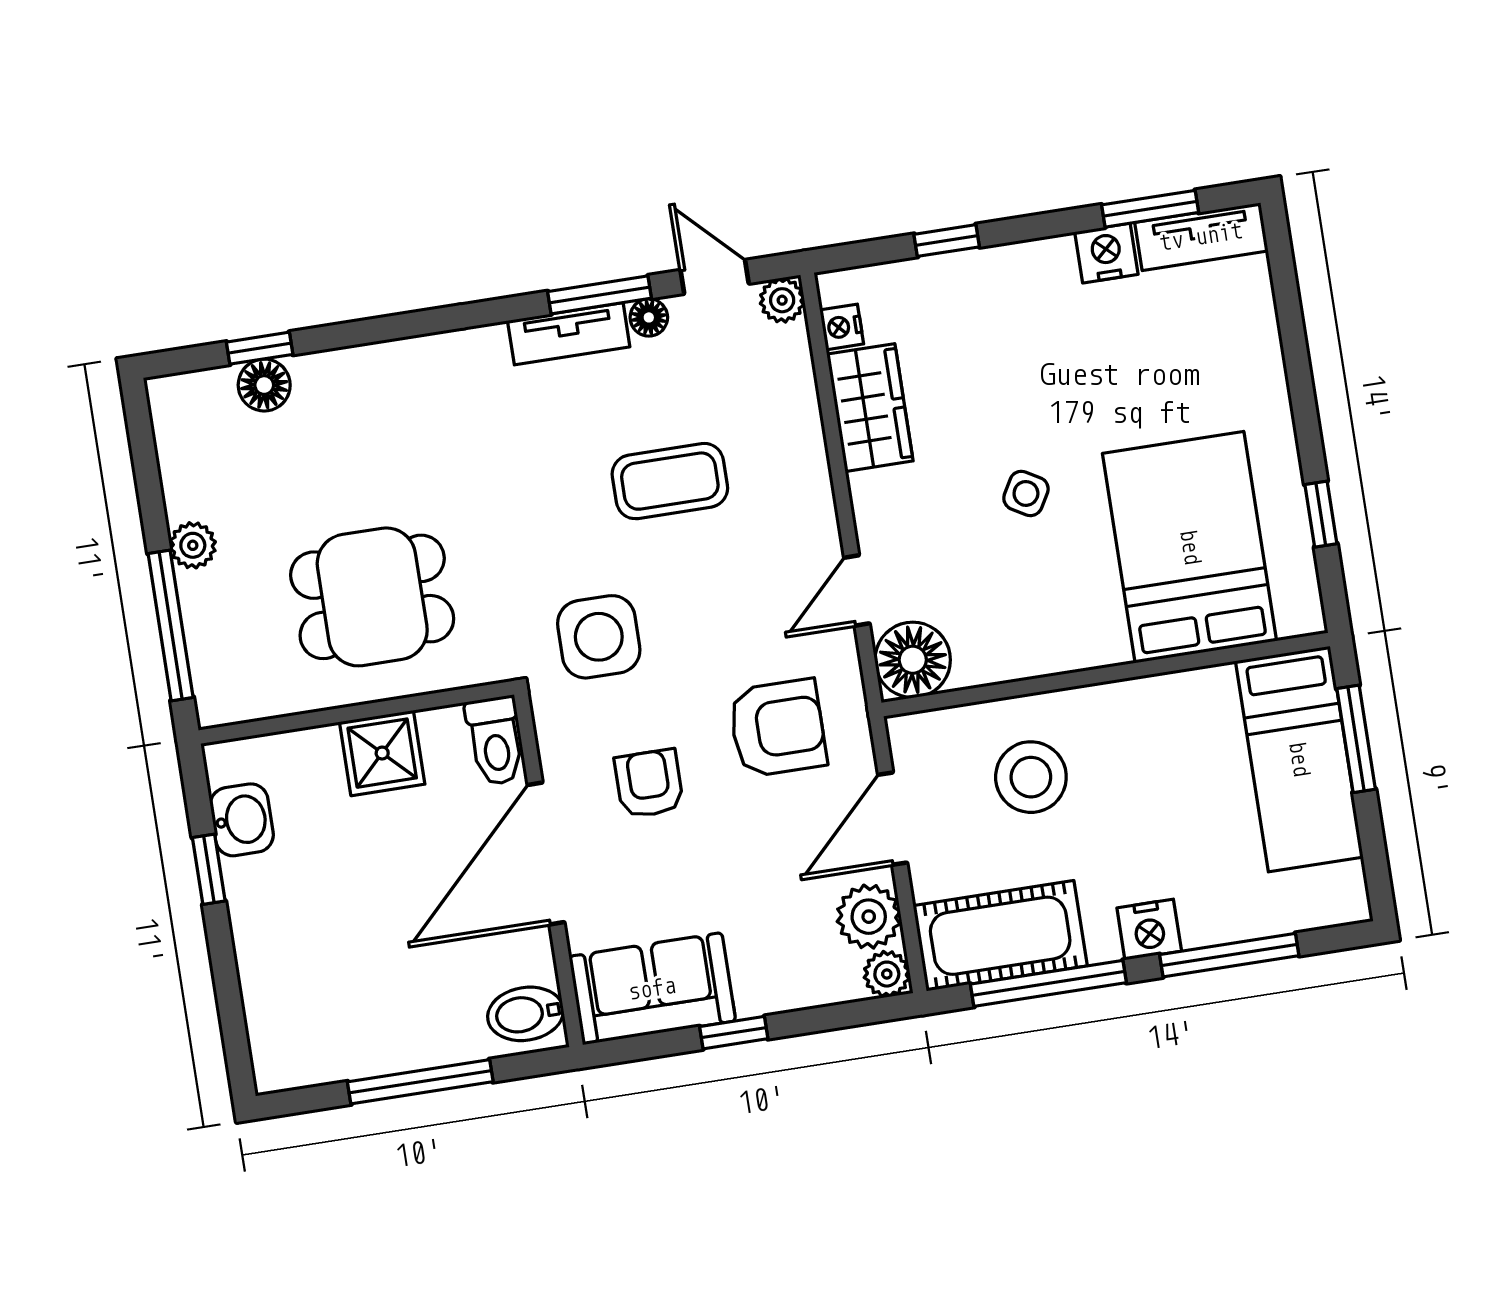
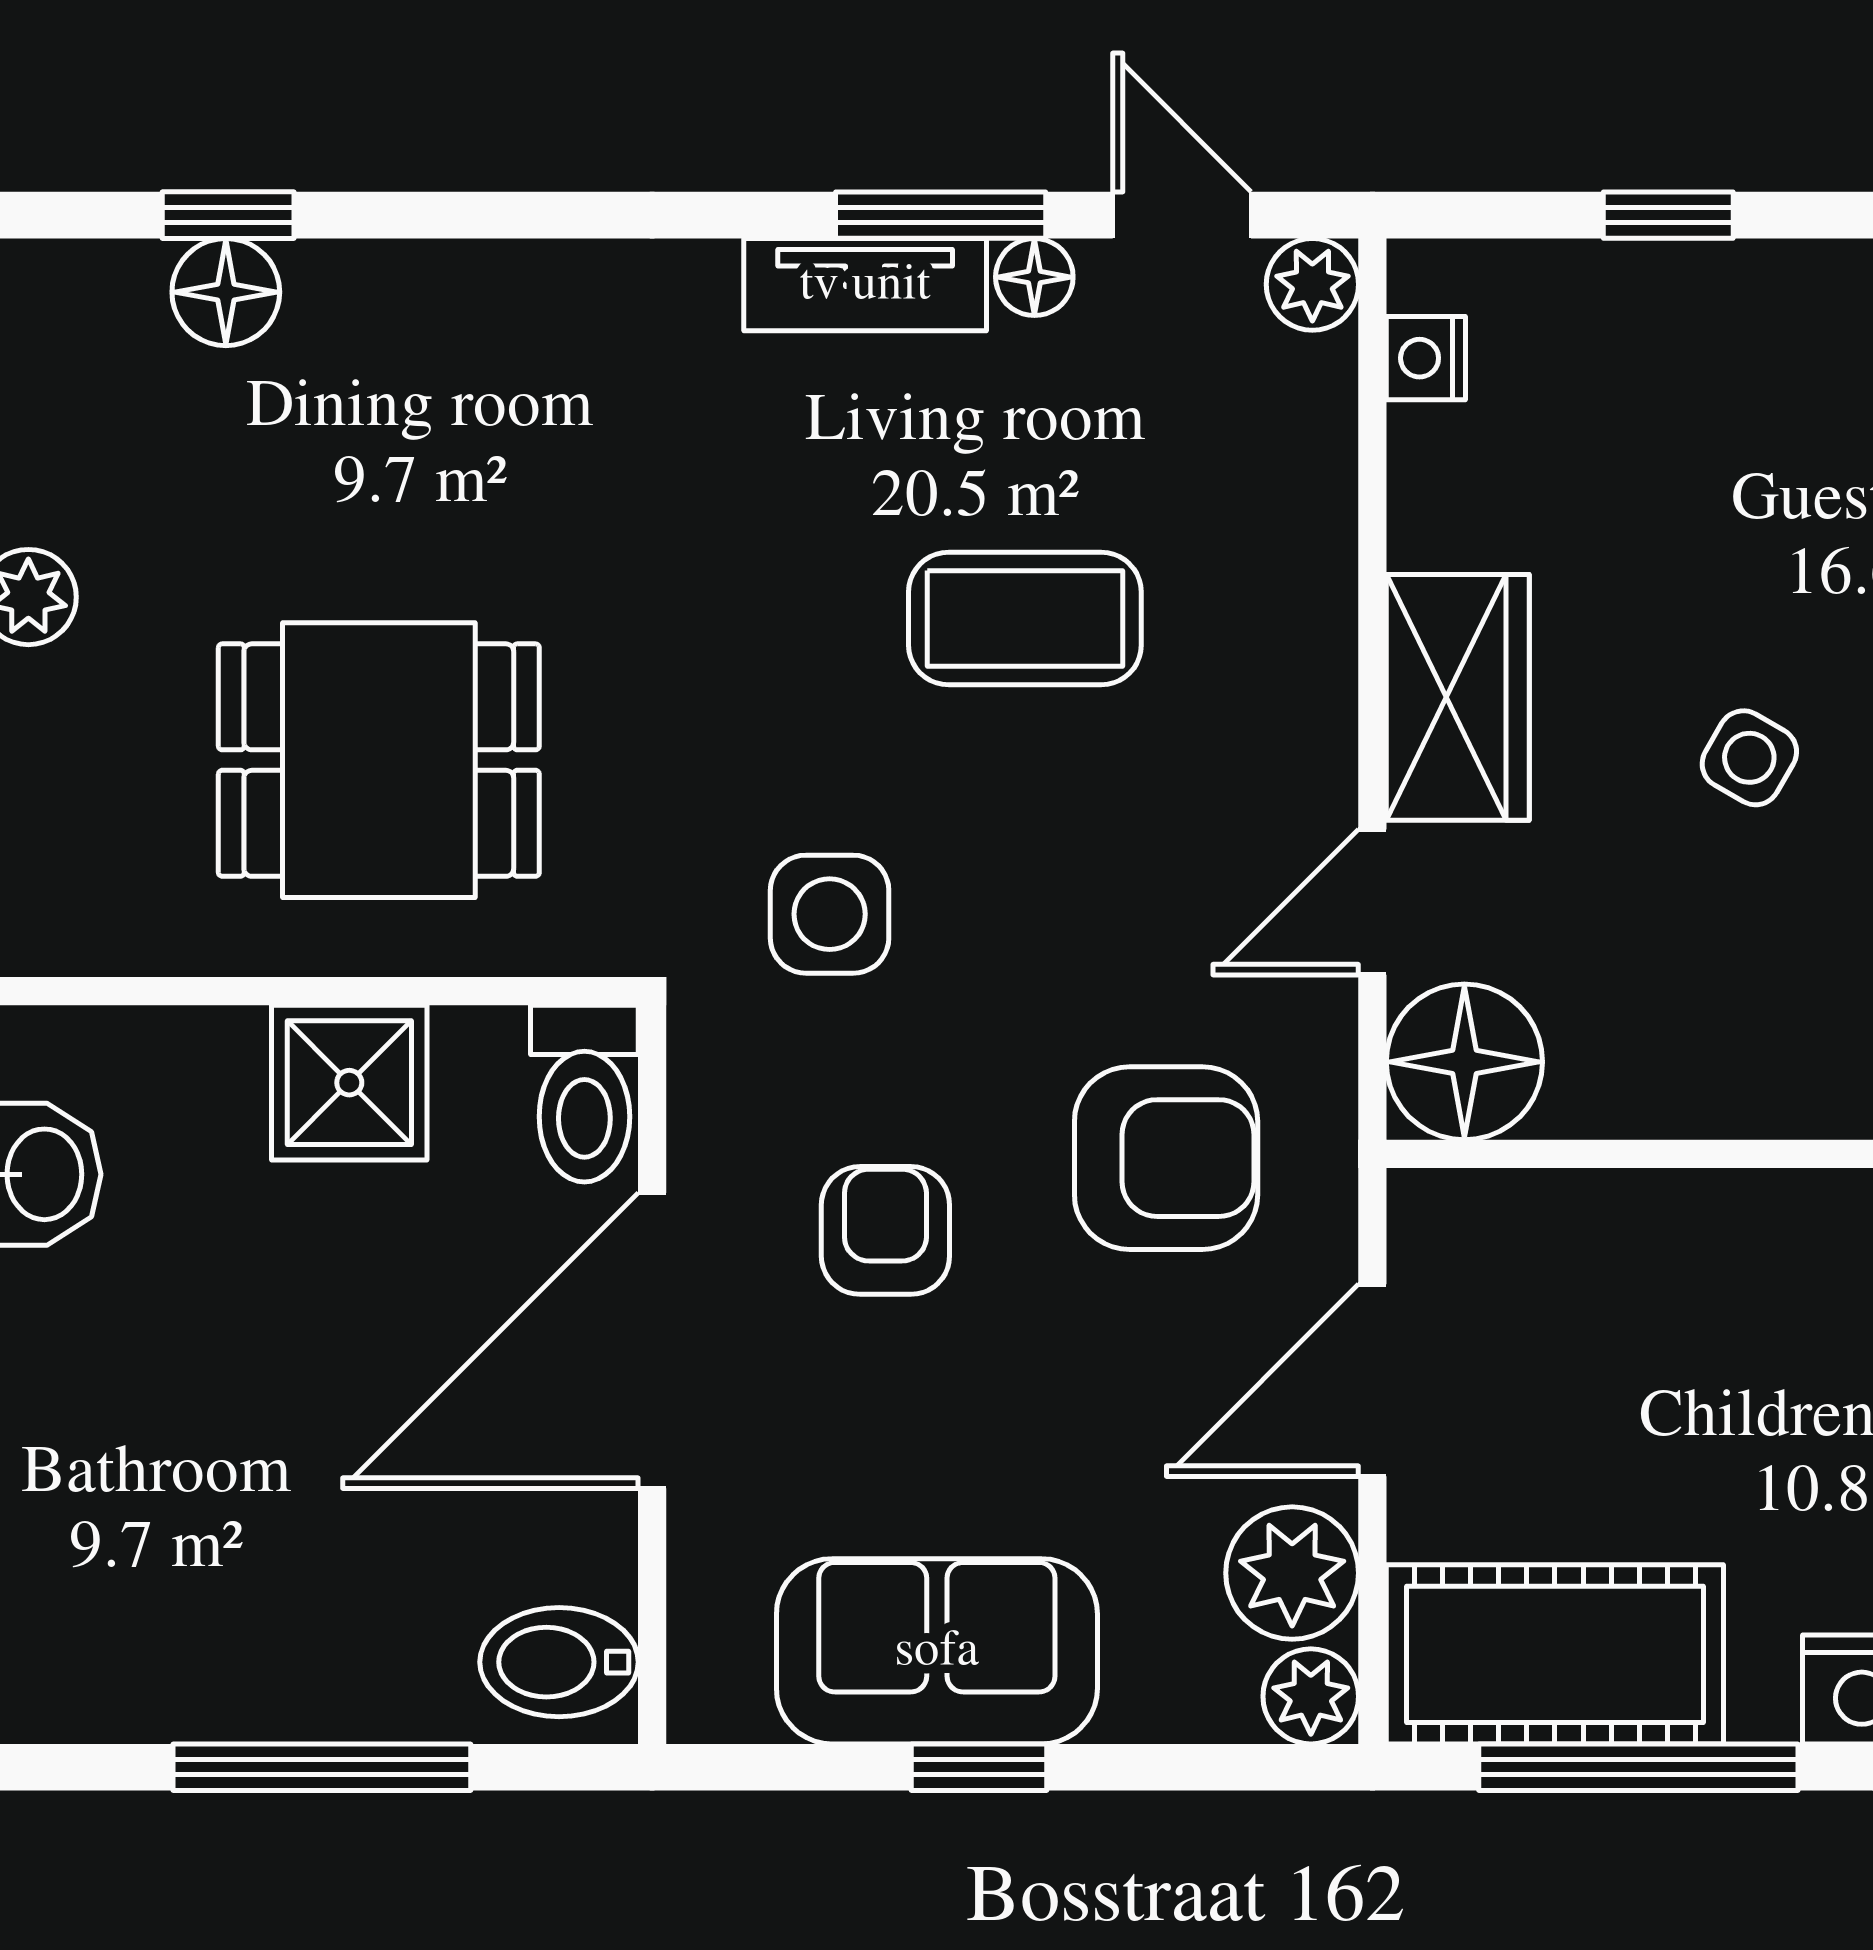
wardrobe: (870, 408) -> (1458, 697), moved
side table: (599, 637) -> (830, 914), width x0.73, depth x0.73
stool: (1031, 777) -> (1669, 1340), removed
sofa: (652, 989) -> (937, 1651), moved

